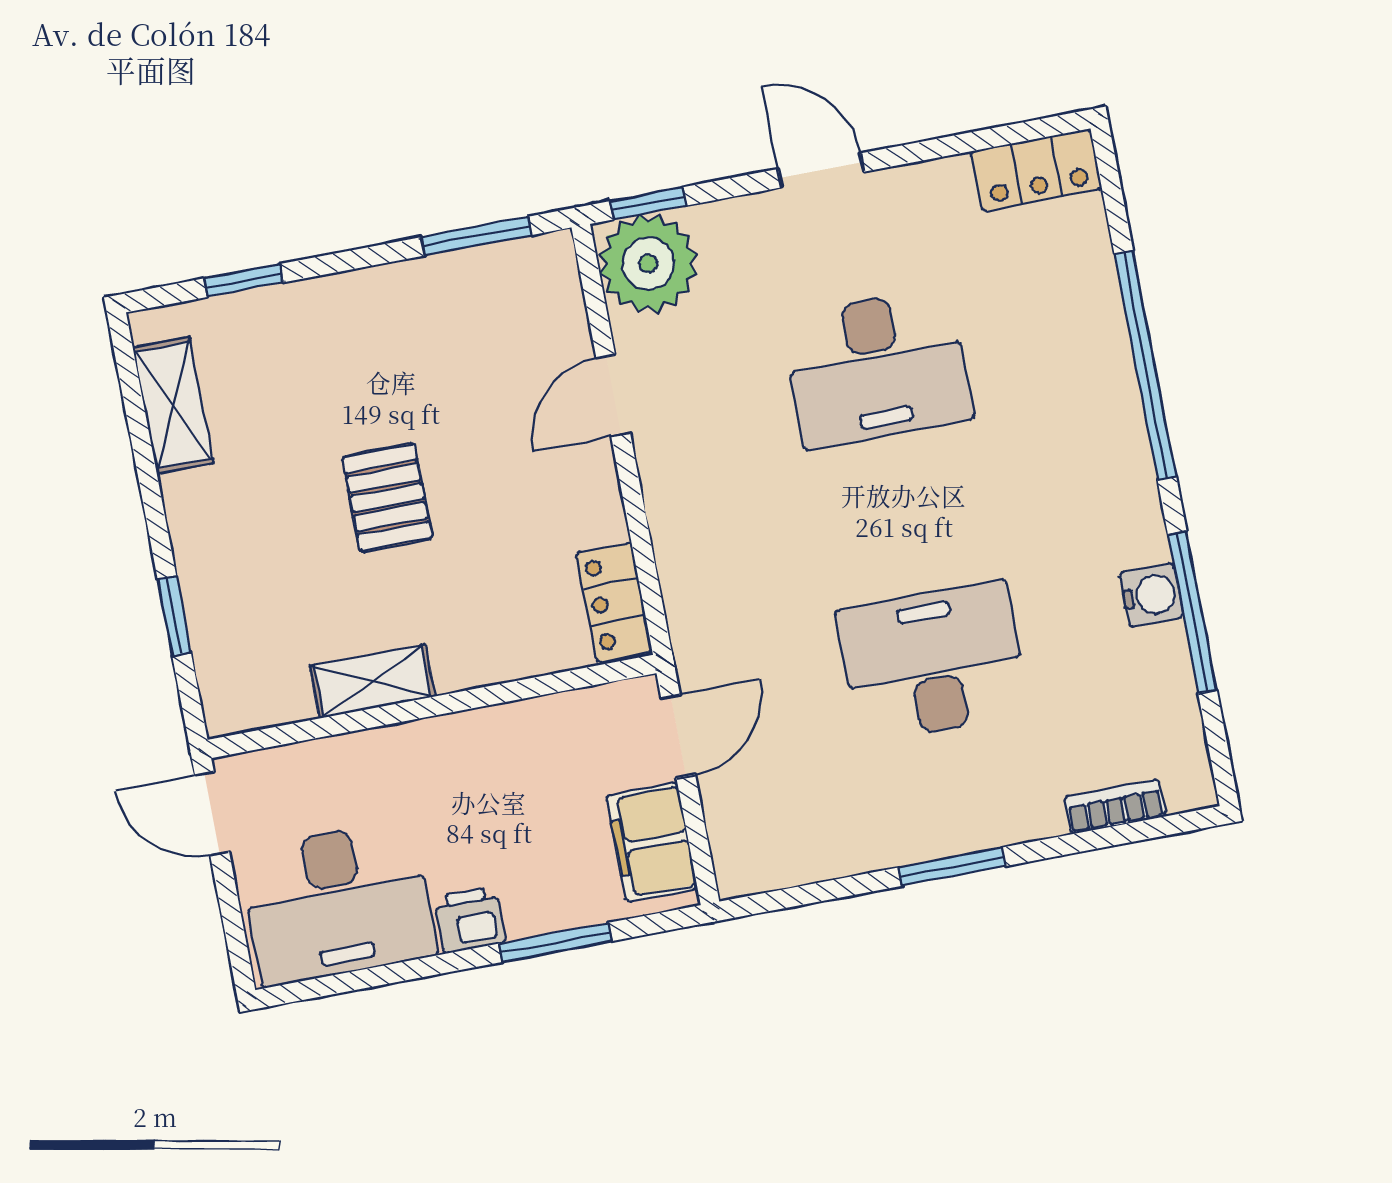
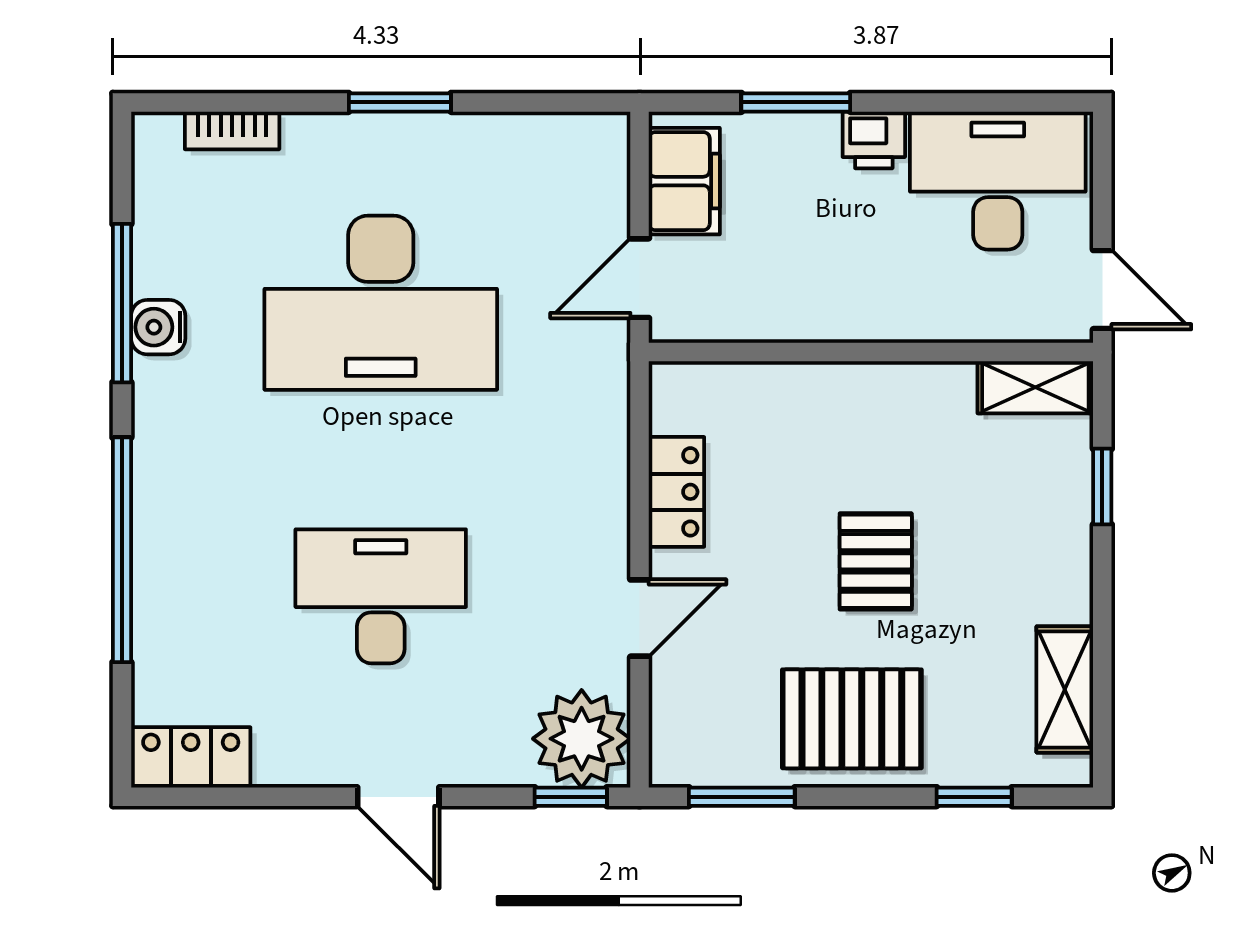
pallet: (381, 335) -> (852, 719), added
locker: (614, 602) -> (676, 492), moved
desk: (933, 662) -> (381, 303), width x1.36, depth x1.30
shelving: (372, 681) -> (1035, 387), moved

